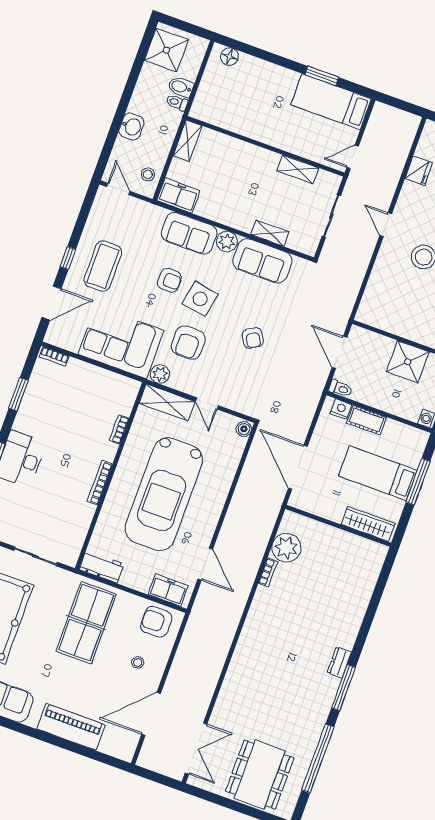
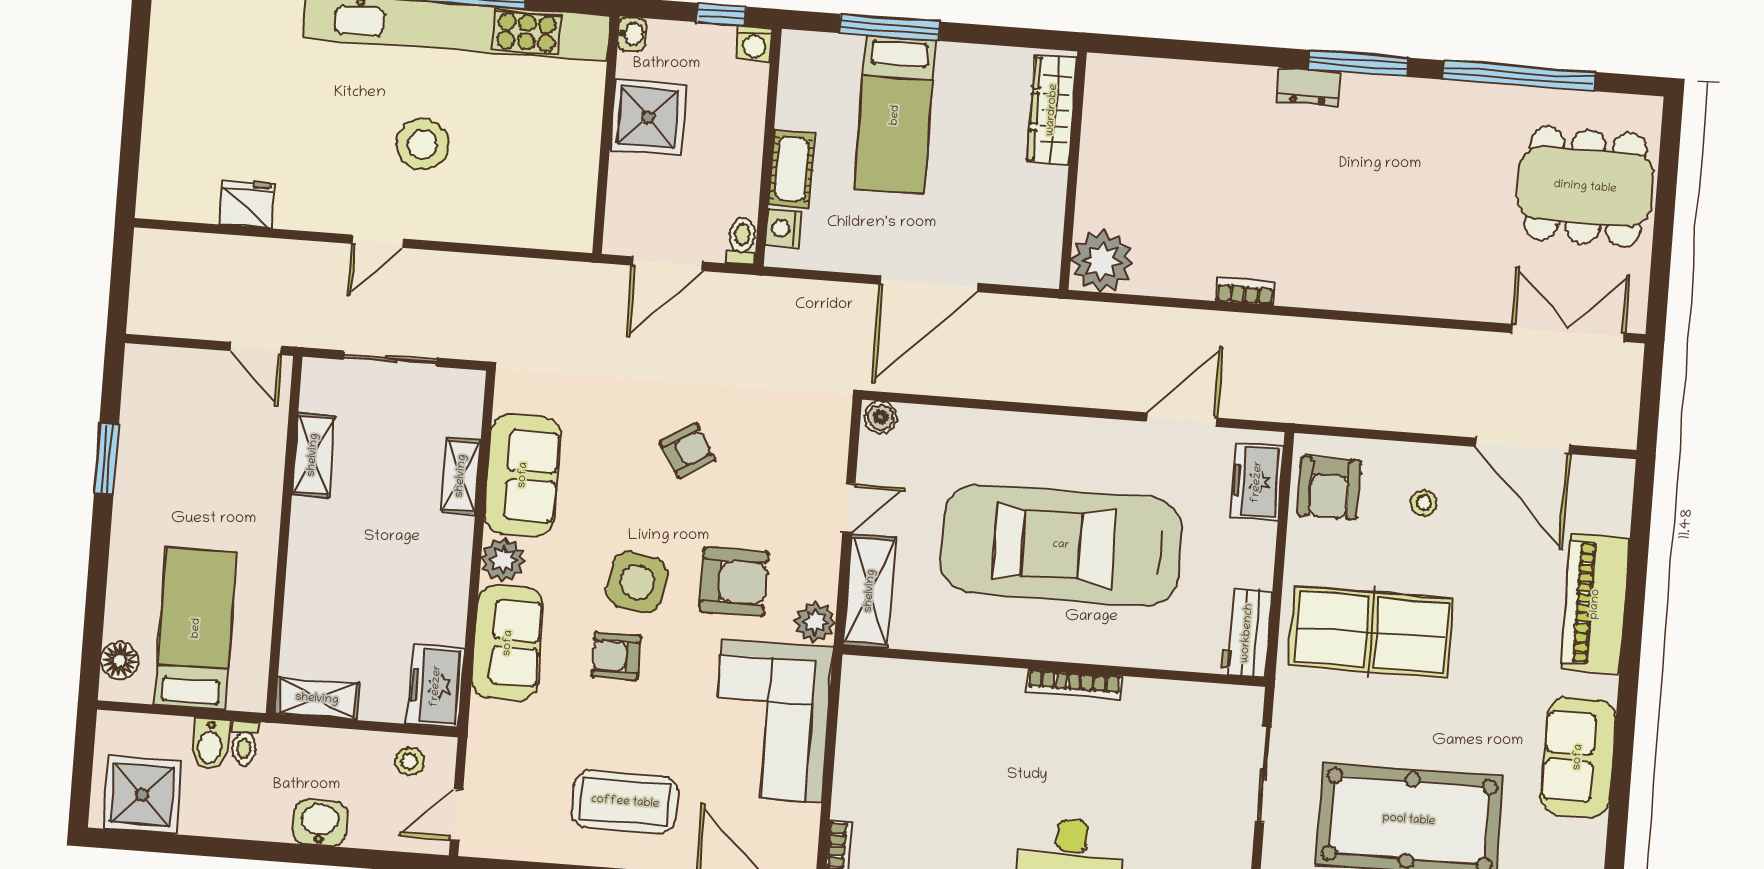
bed: (331, 102) -> (196, 628), moved, turned 180
armchair: (169, 280) -> (616, 656), turned -90
bookcase: (119, 429) -> (953, 675), removed
car: (164, 494) -> (1061, 545), turned 180
wardrobe: (368, 524) -> (1052, 110), moved
wall: (338, 526) -> (1073, 171), moved
bookcase: (268, 572) -> (1245, 292), moved

